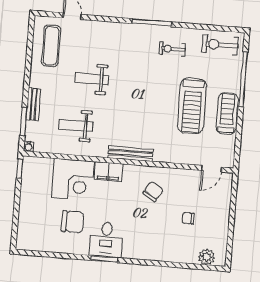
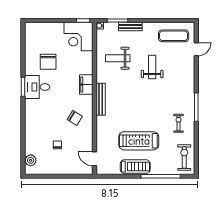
weight bench: (76, 125) -> (118, 58), turned -90
corner desk: (73, 180) -> (78, 37), moved

